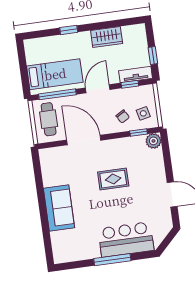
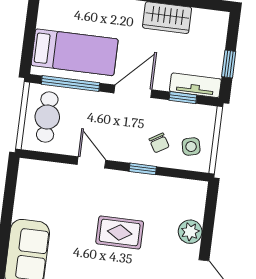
window: (139, 132) -> (143, 169), moved
door: (84, 140) -> (91, 162), width x0.53
plant: (153, 141) -> (190, 232), moved

